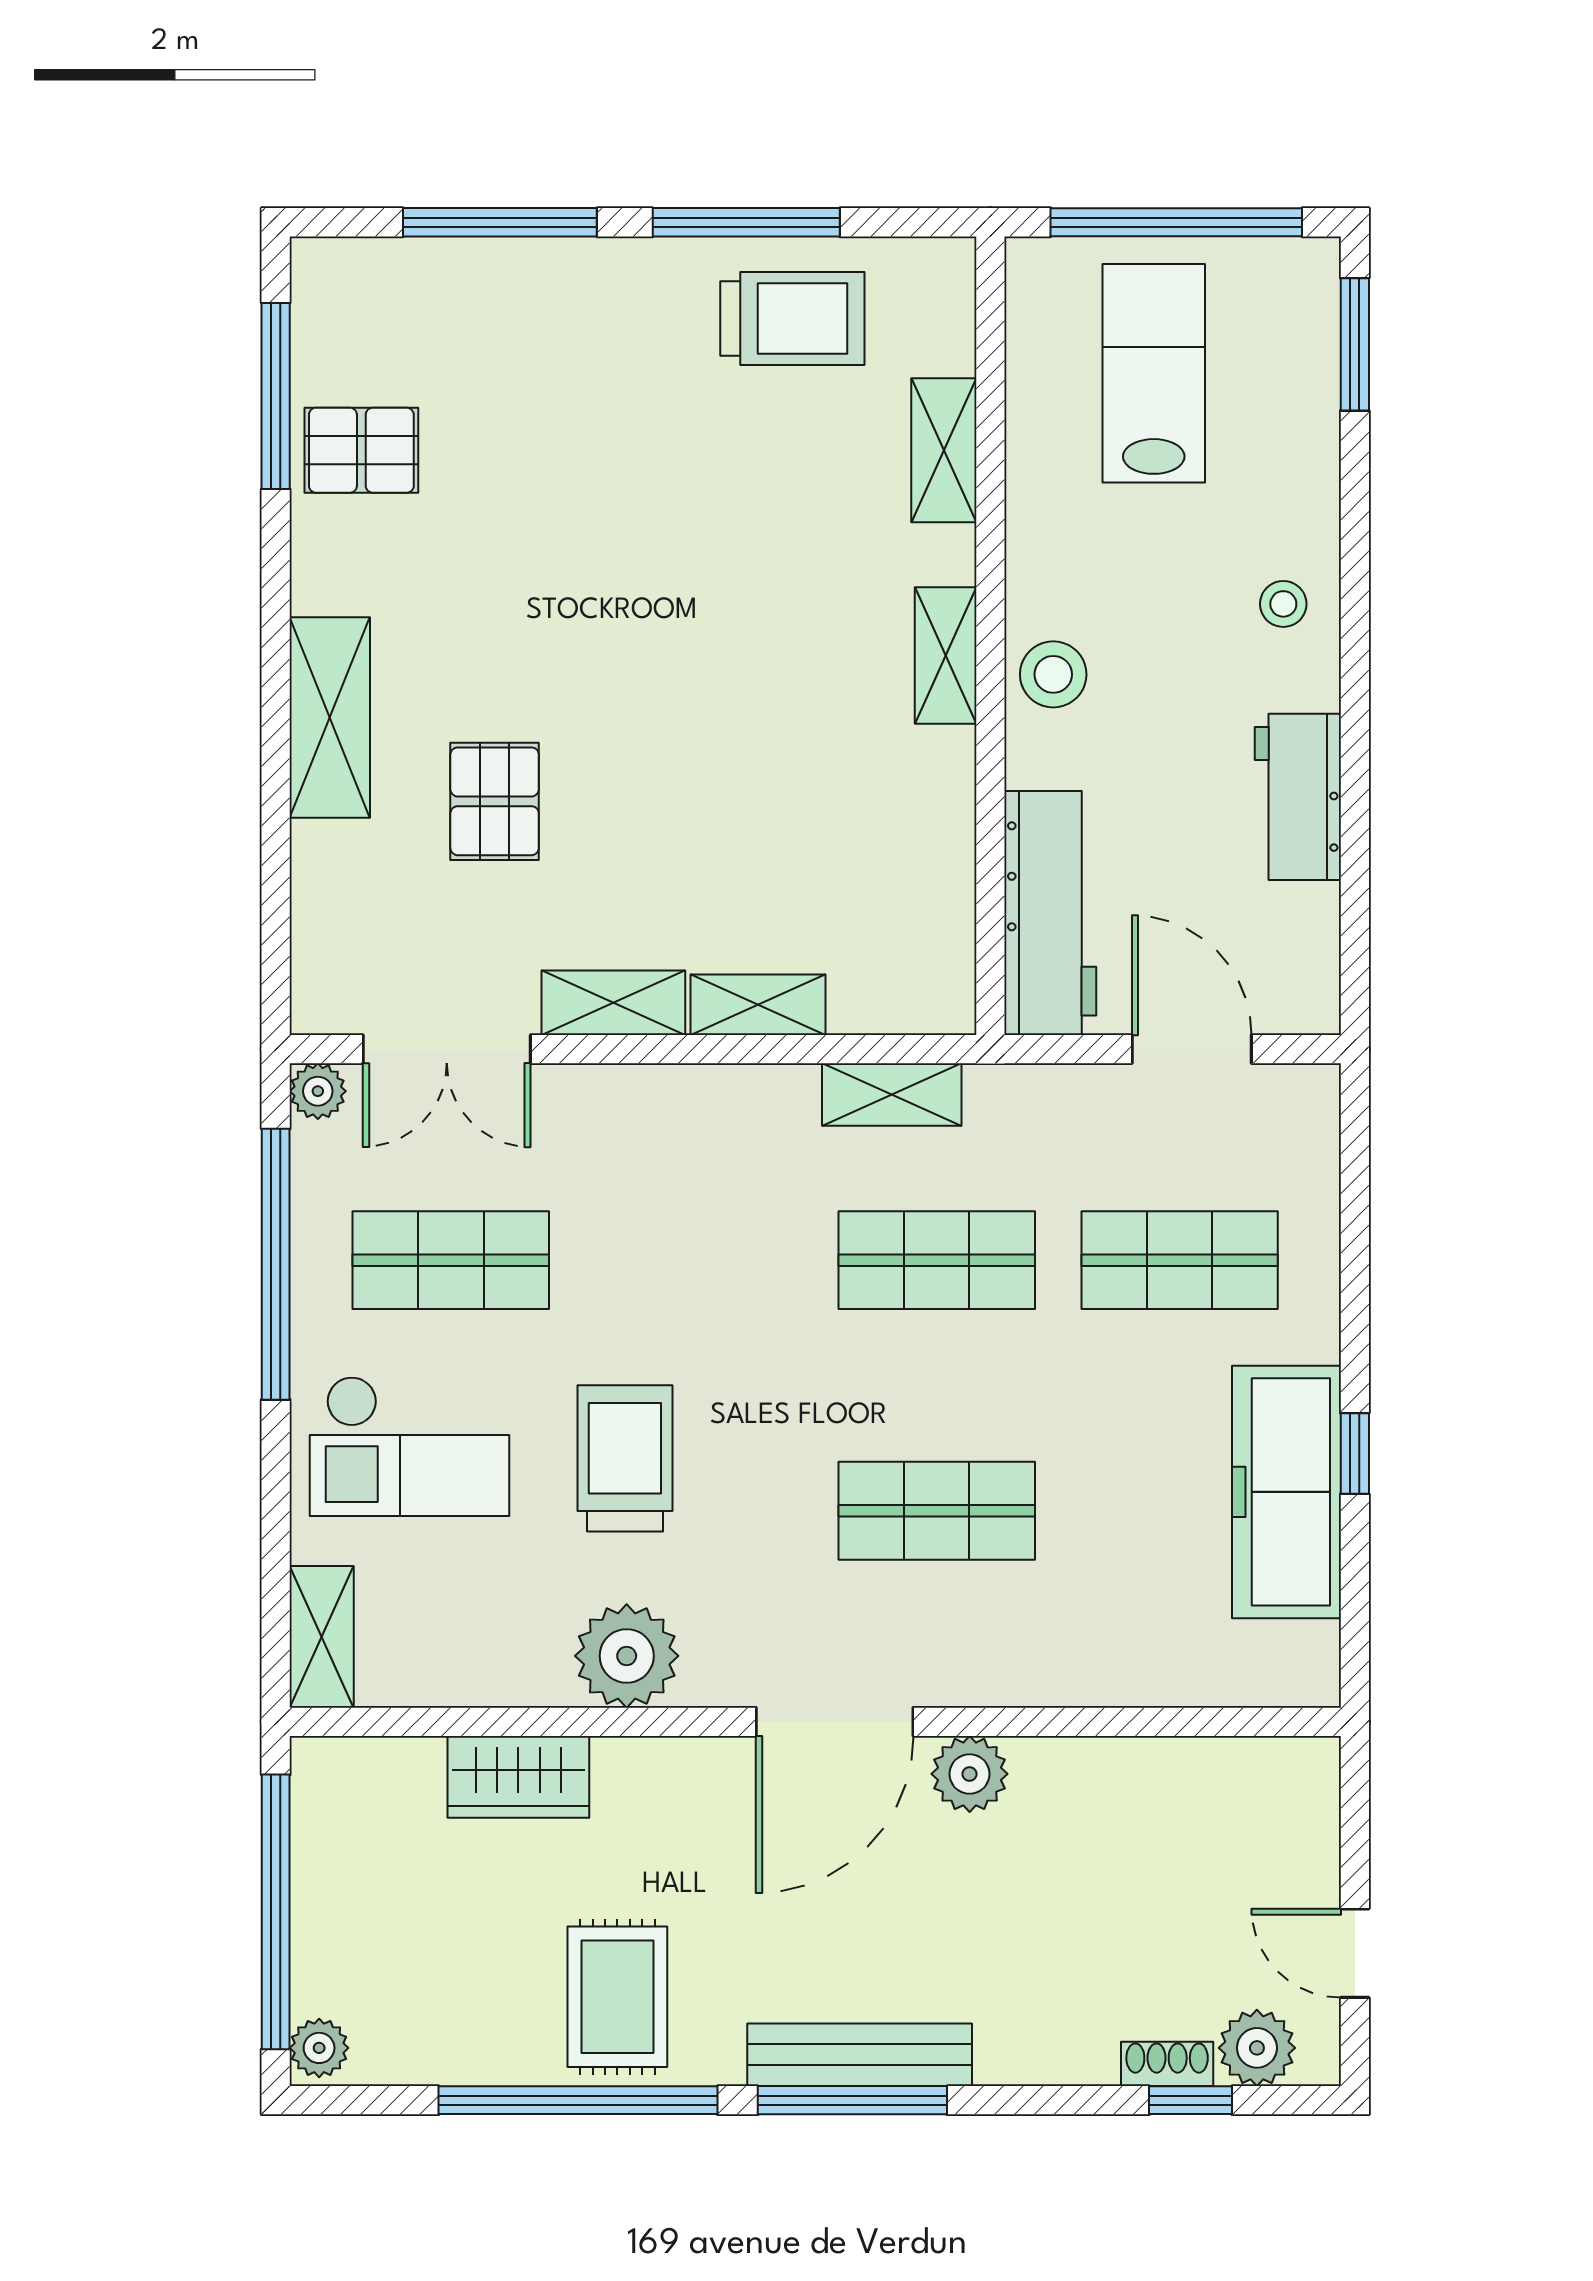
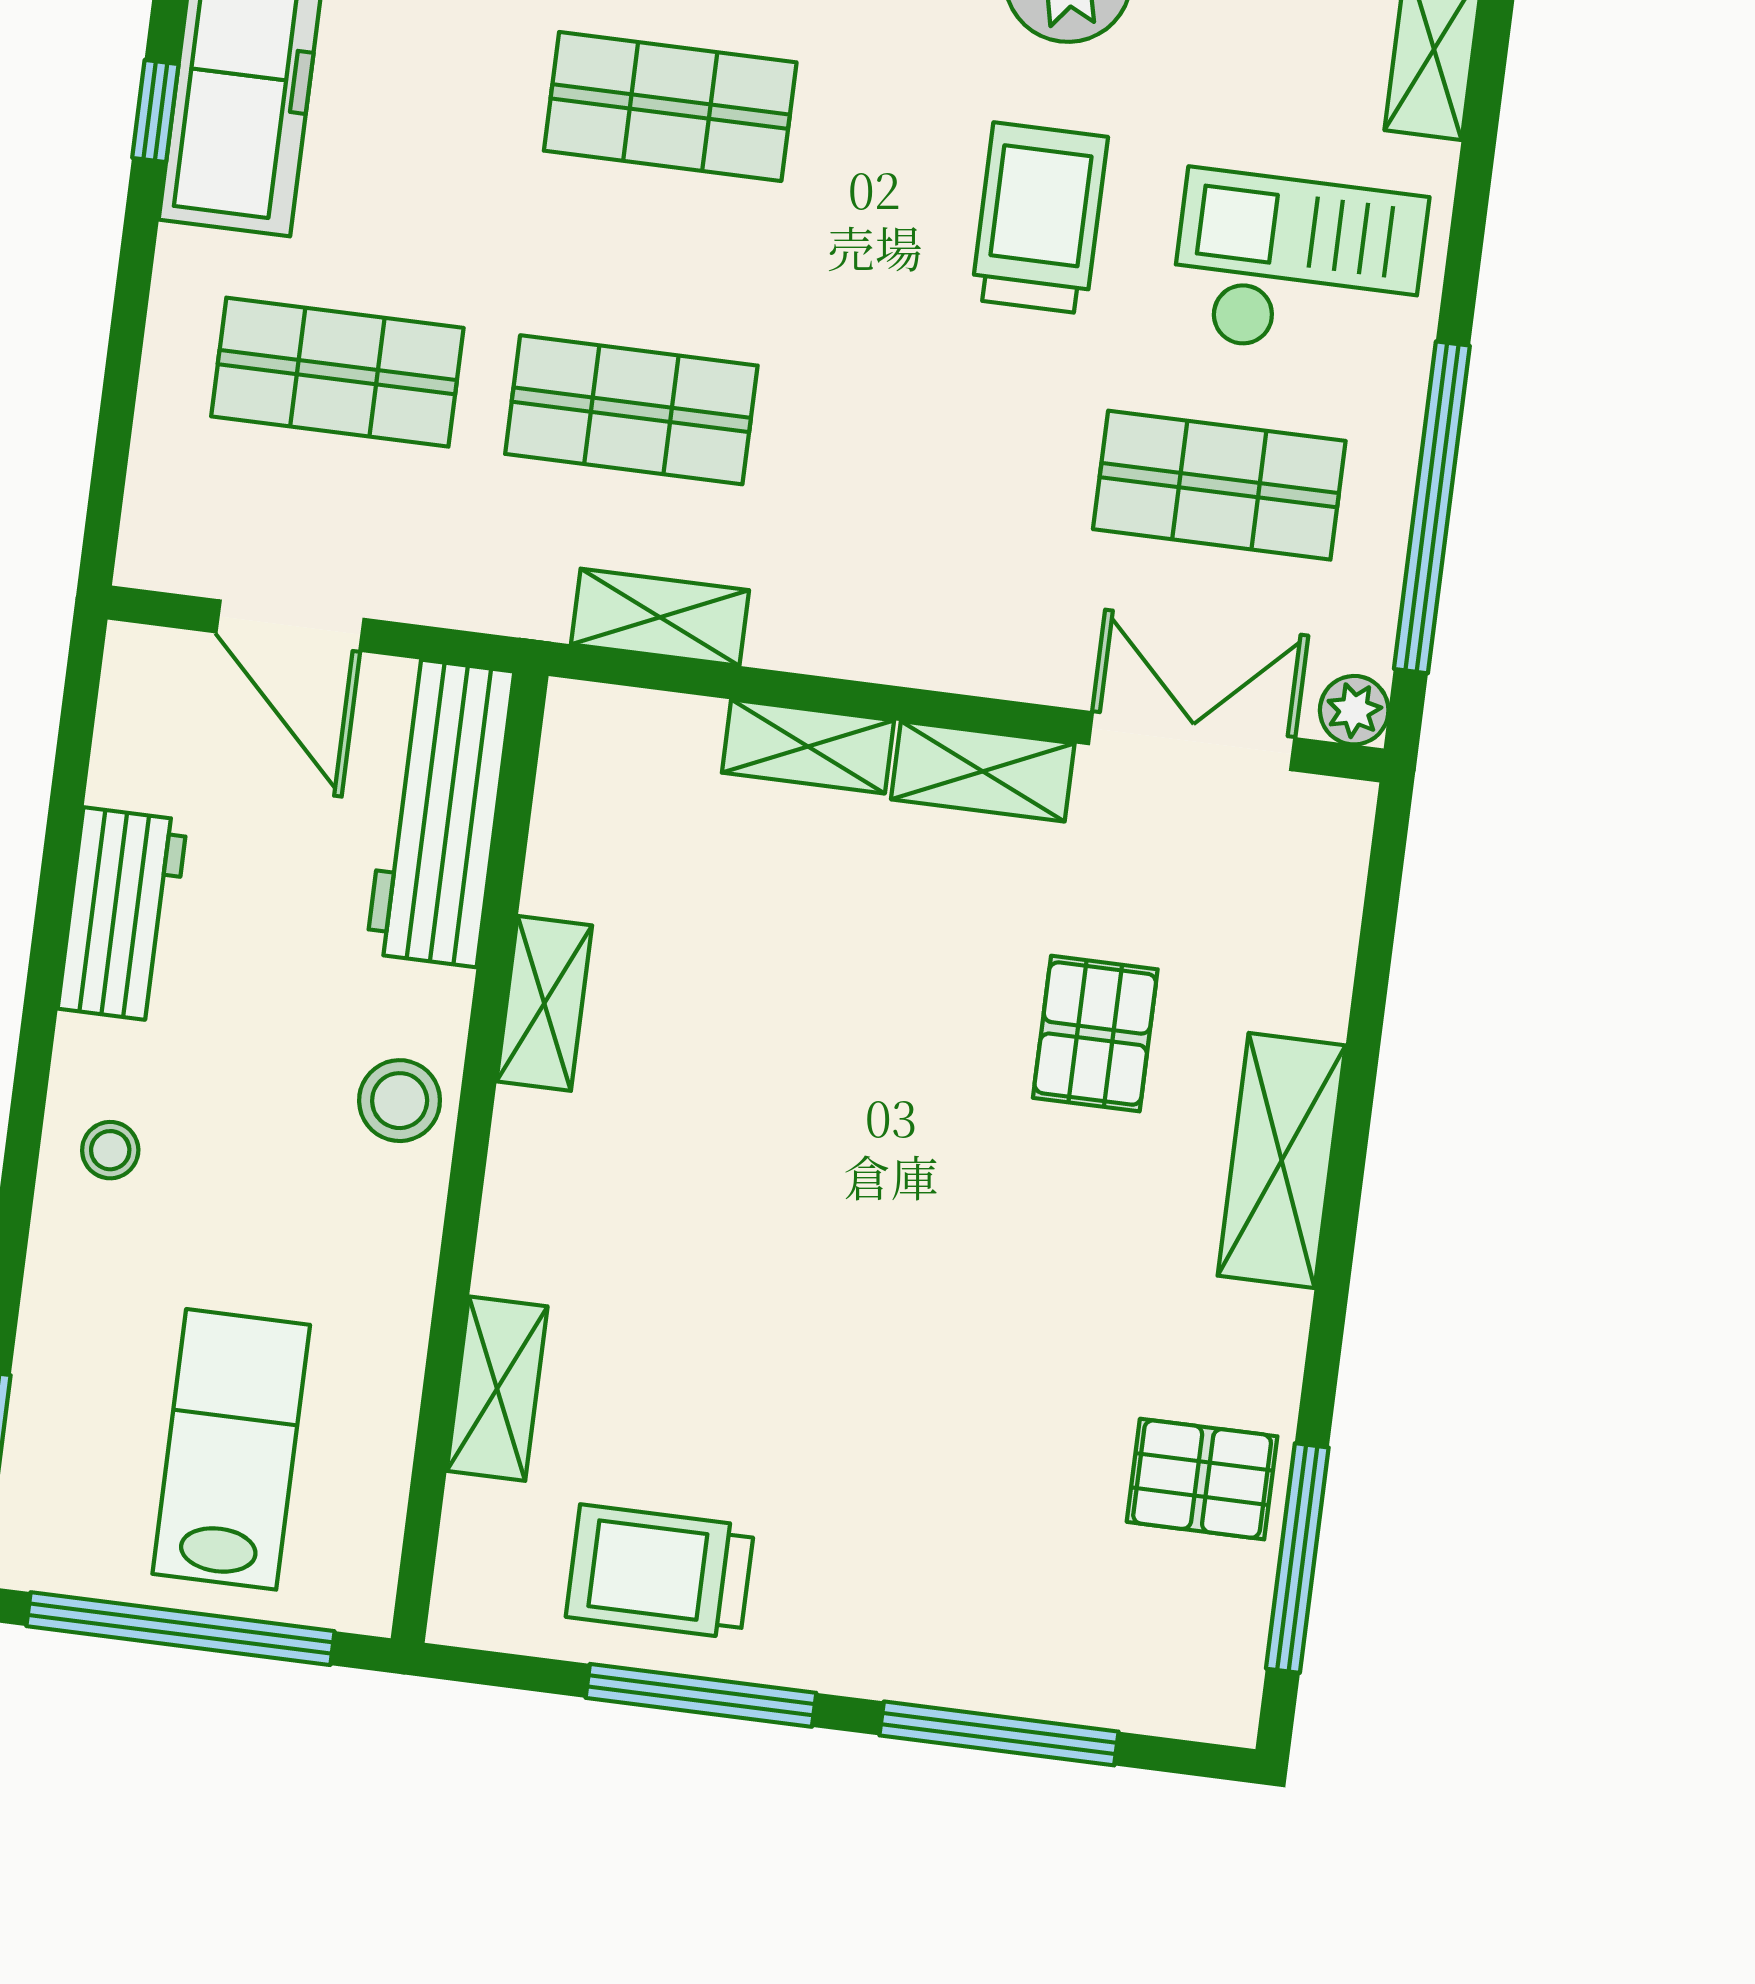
lab bench: (1154, 373) -> (231, 1449), turned 180
shelving: (946, 655) -> (544, 1003), moved
trolley: (625, 1458) -> (1039, 218), turned 180

